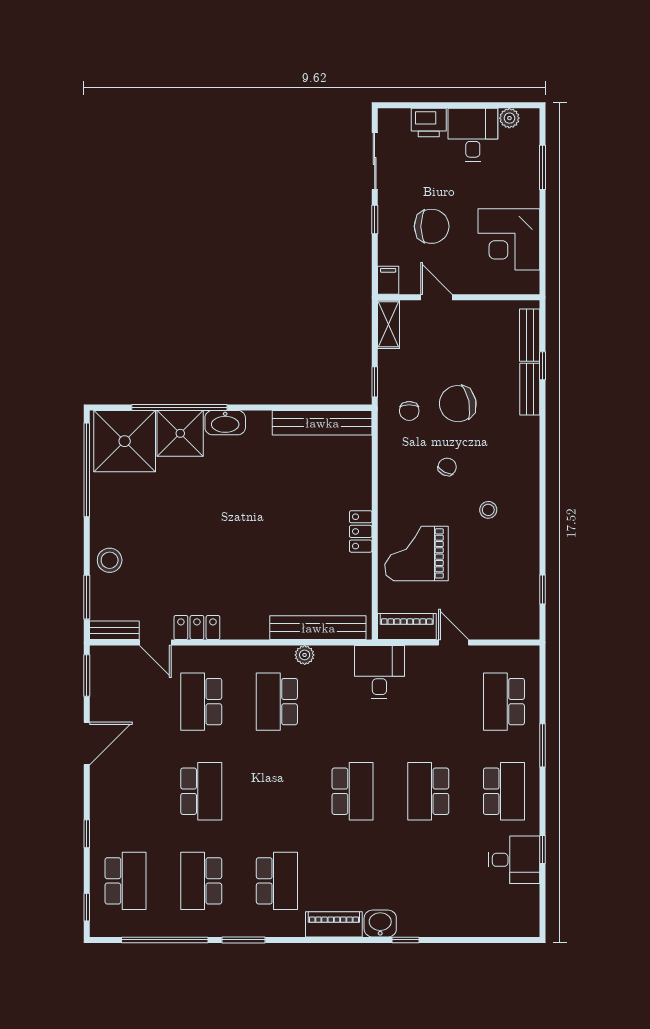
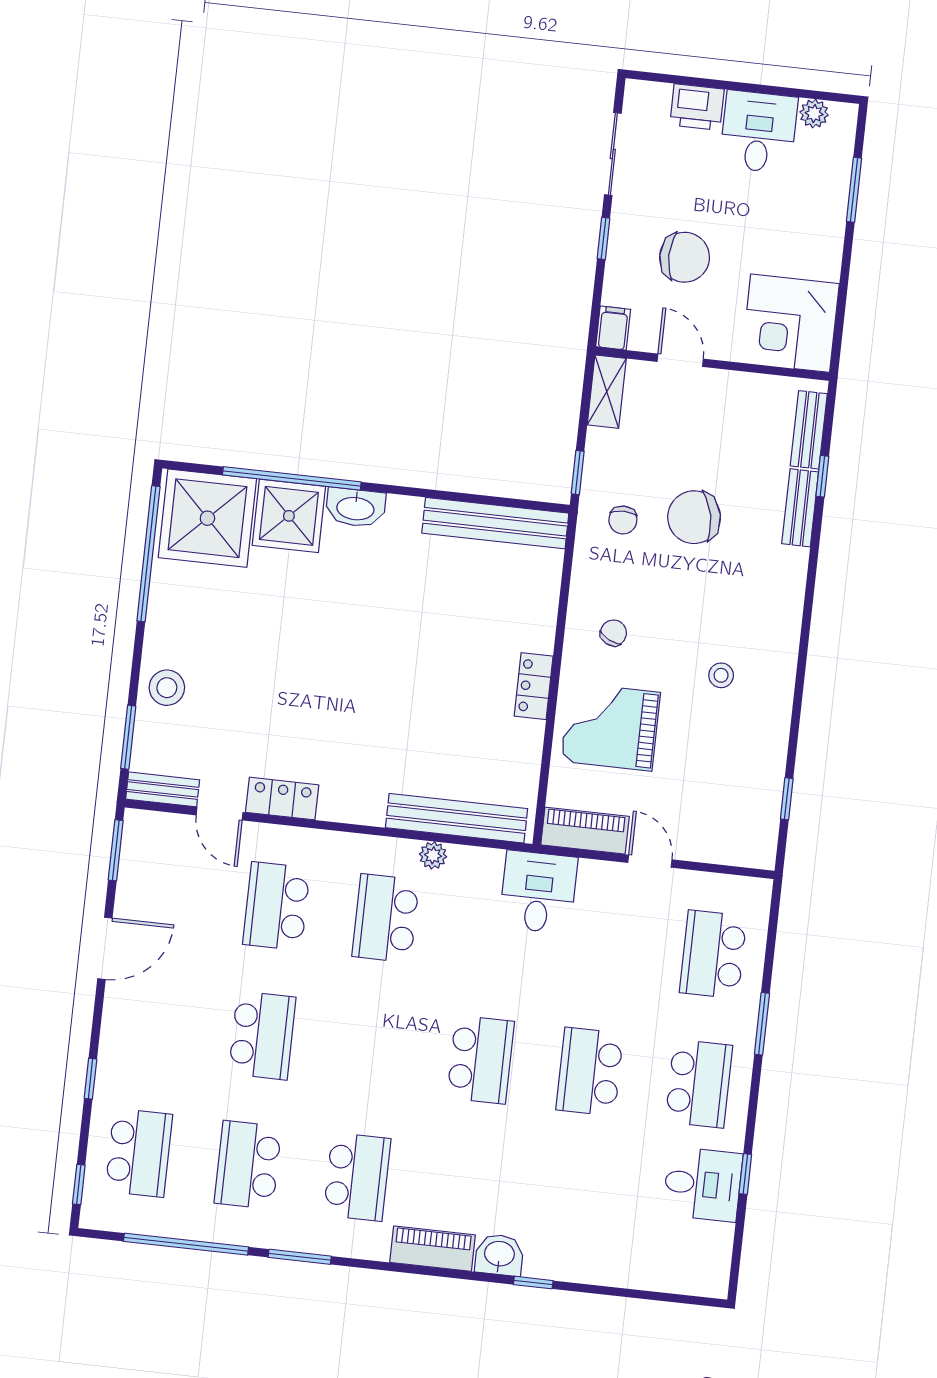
corner desk: (509, 239) -> (790, 323), moved
chair: (447, 467) -> (613, 633), moved

